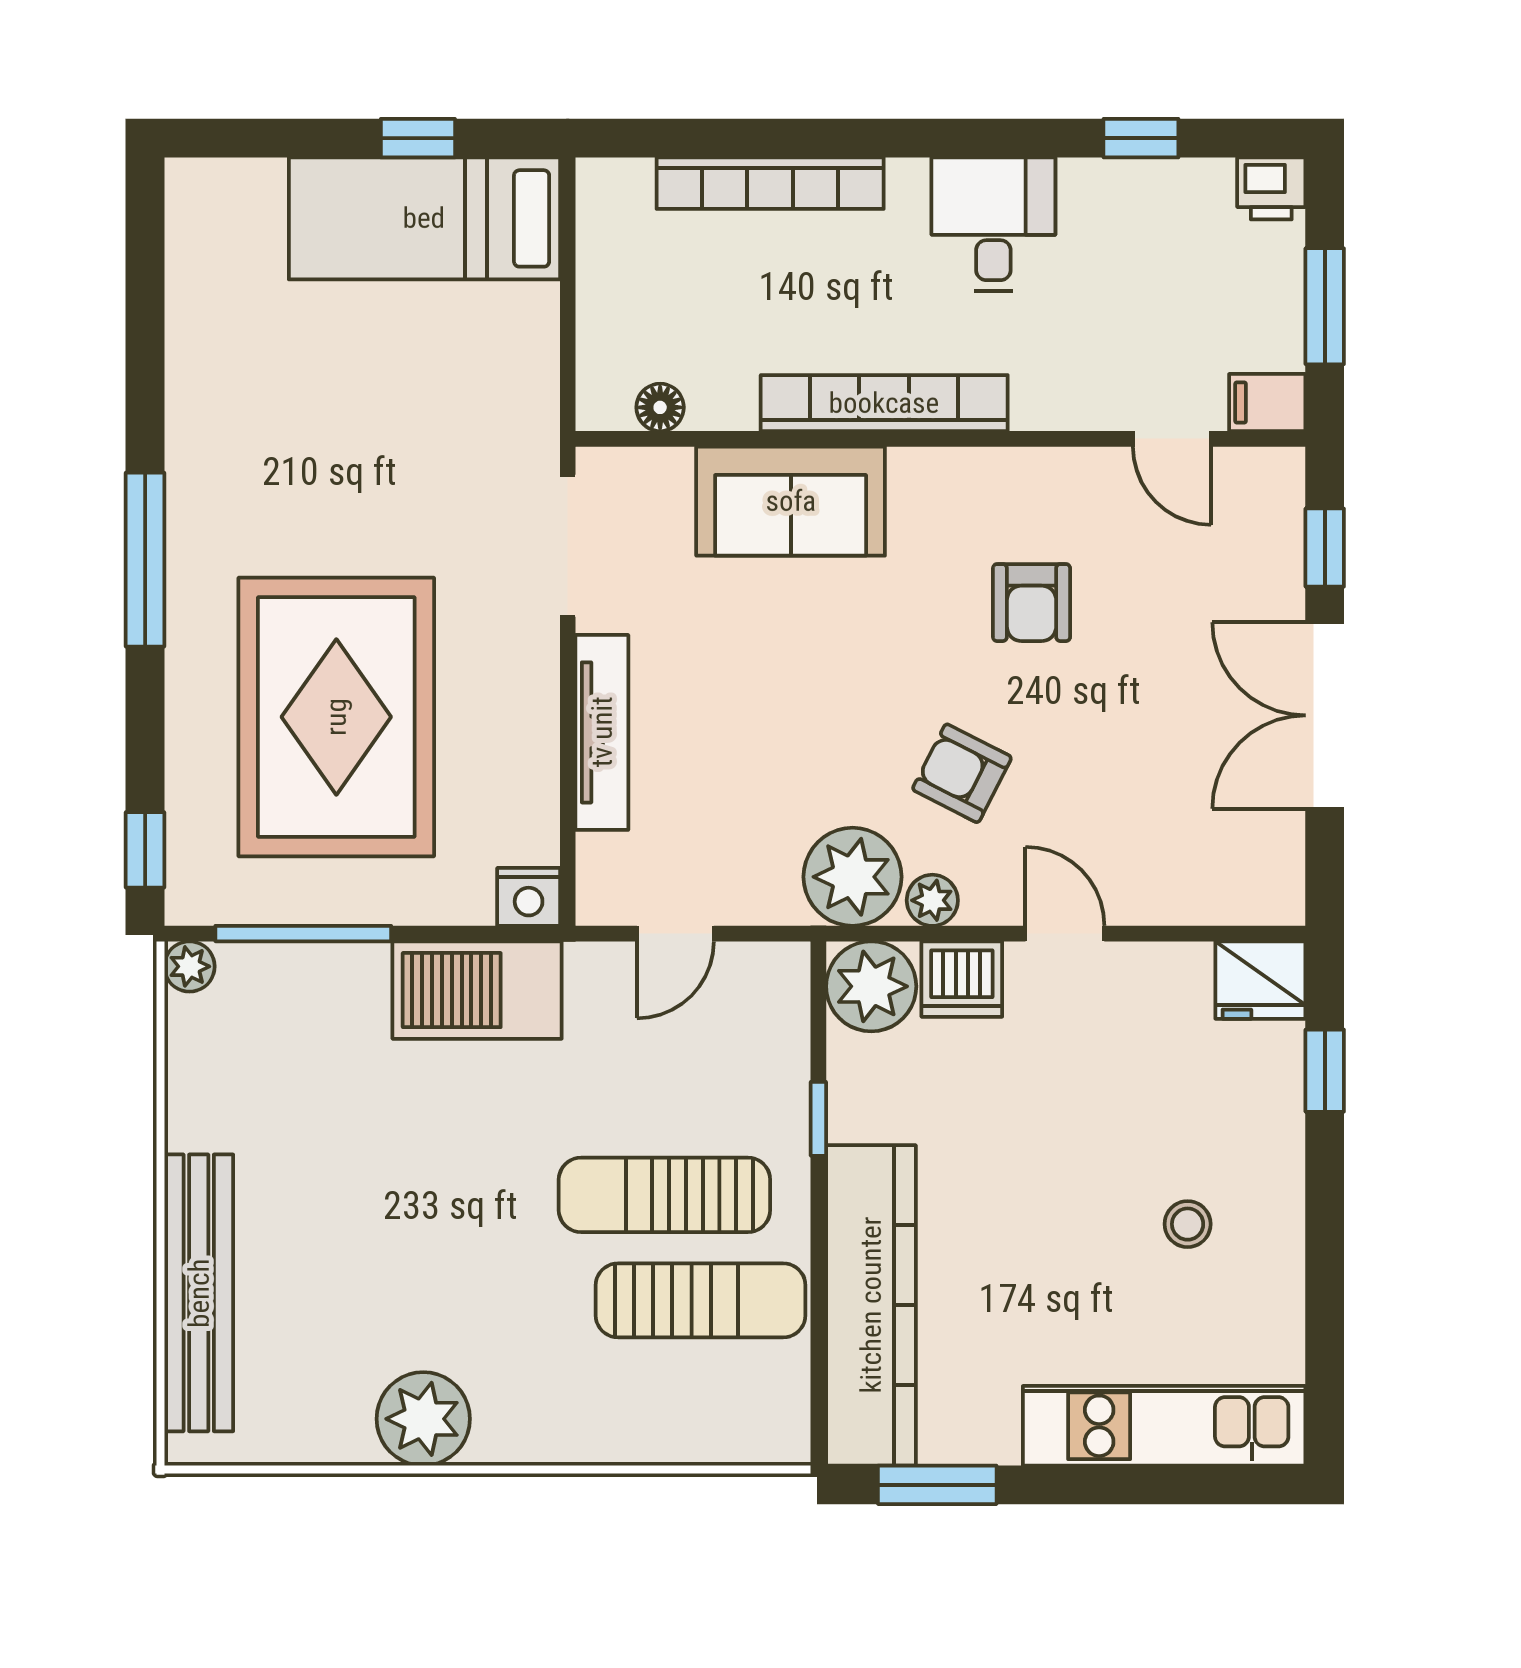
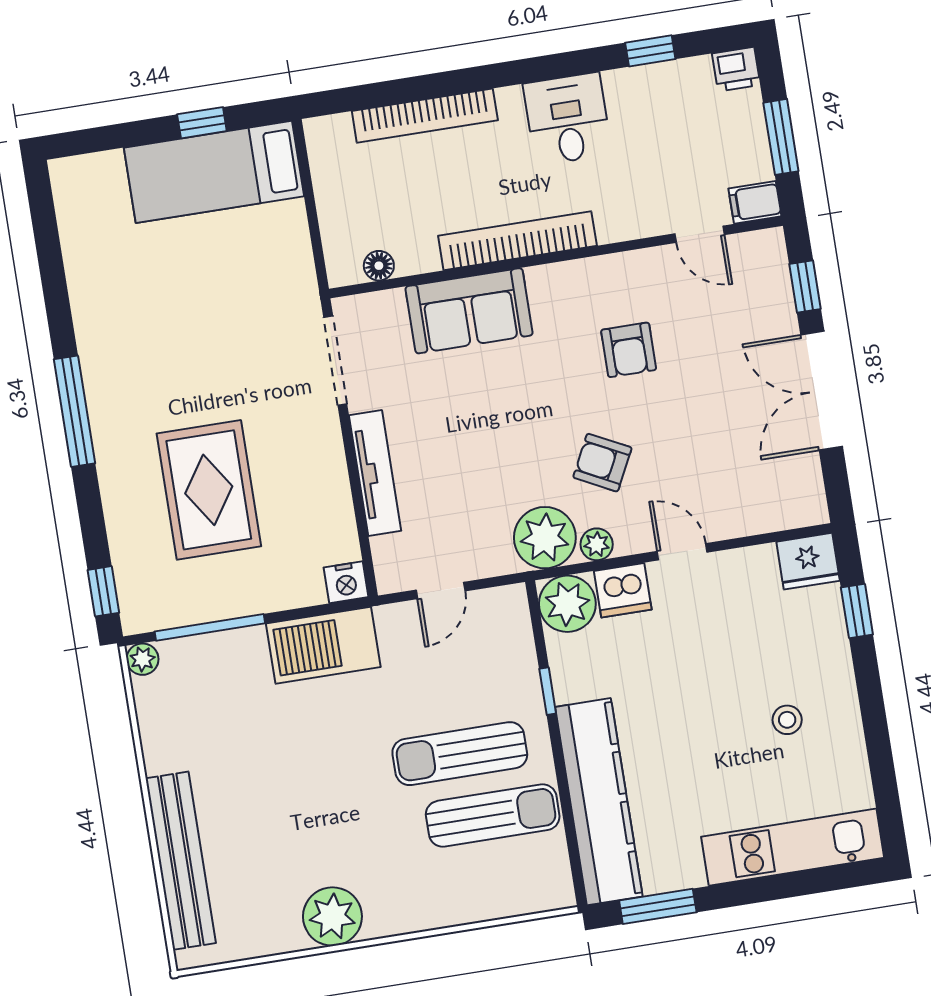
rug: (336, 717) -> (209, 490), width x0.73, depth x0.69

